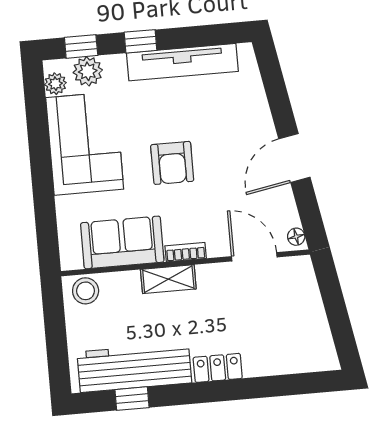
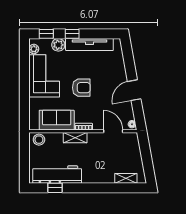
plant: (88, 71) -> (58, 45), moved
armchair: (172, 163) -> (81, 88), turned -90
shelving: (293, 362) -> (126, 178), added
locker: (218, 368) -> (93, 178), removed

